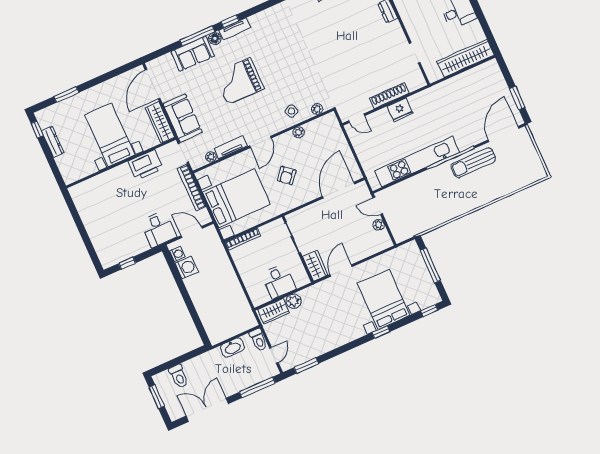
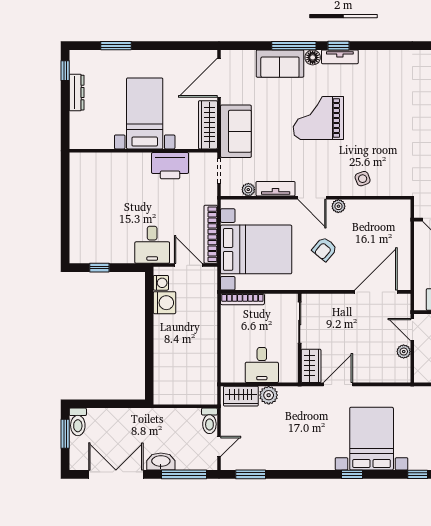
plant: (317, 109) -> (393, 189), removed
plant: (299, 132) -> (338, 206), moved
door: (261, 142) -> (312, 198), hinge flipped
bookcase: (192, 188) -> (211, 234), moved
washbasin: (232, 348) -> (161, 462), moved, turned 180
toilet: (179, 376) -> (78, 422), moved

